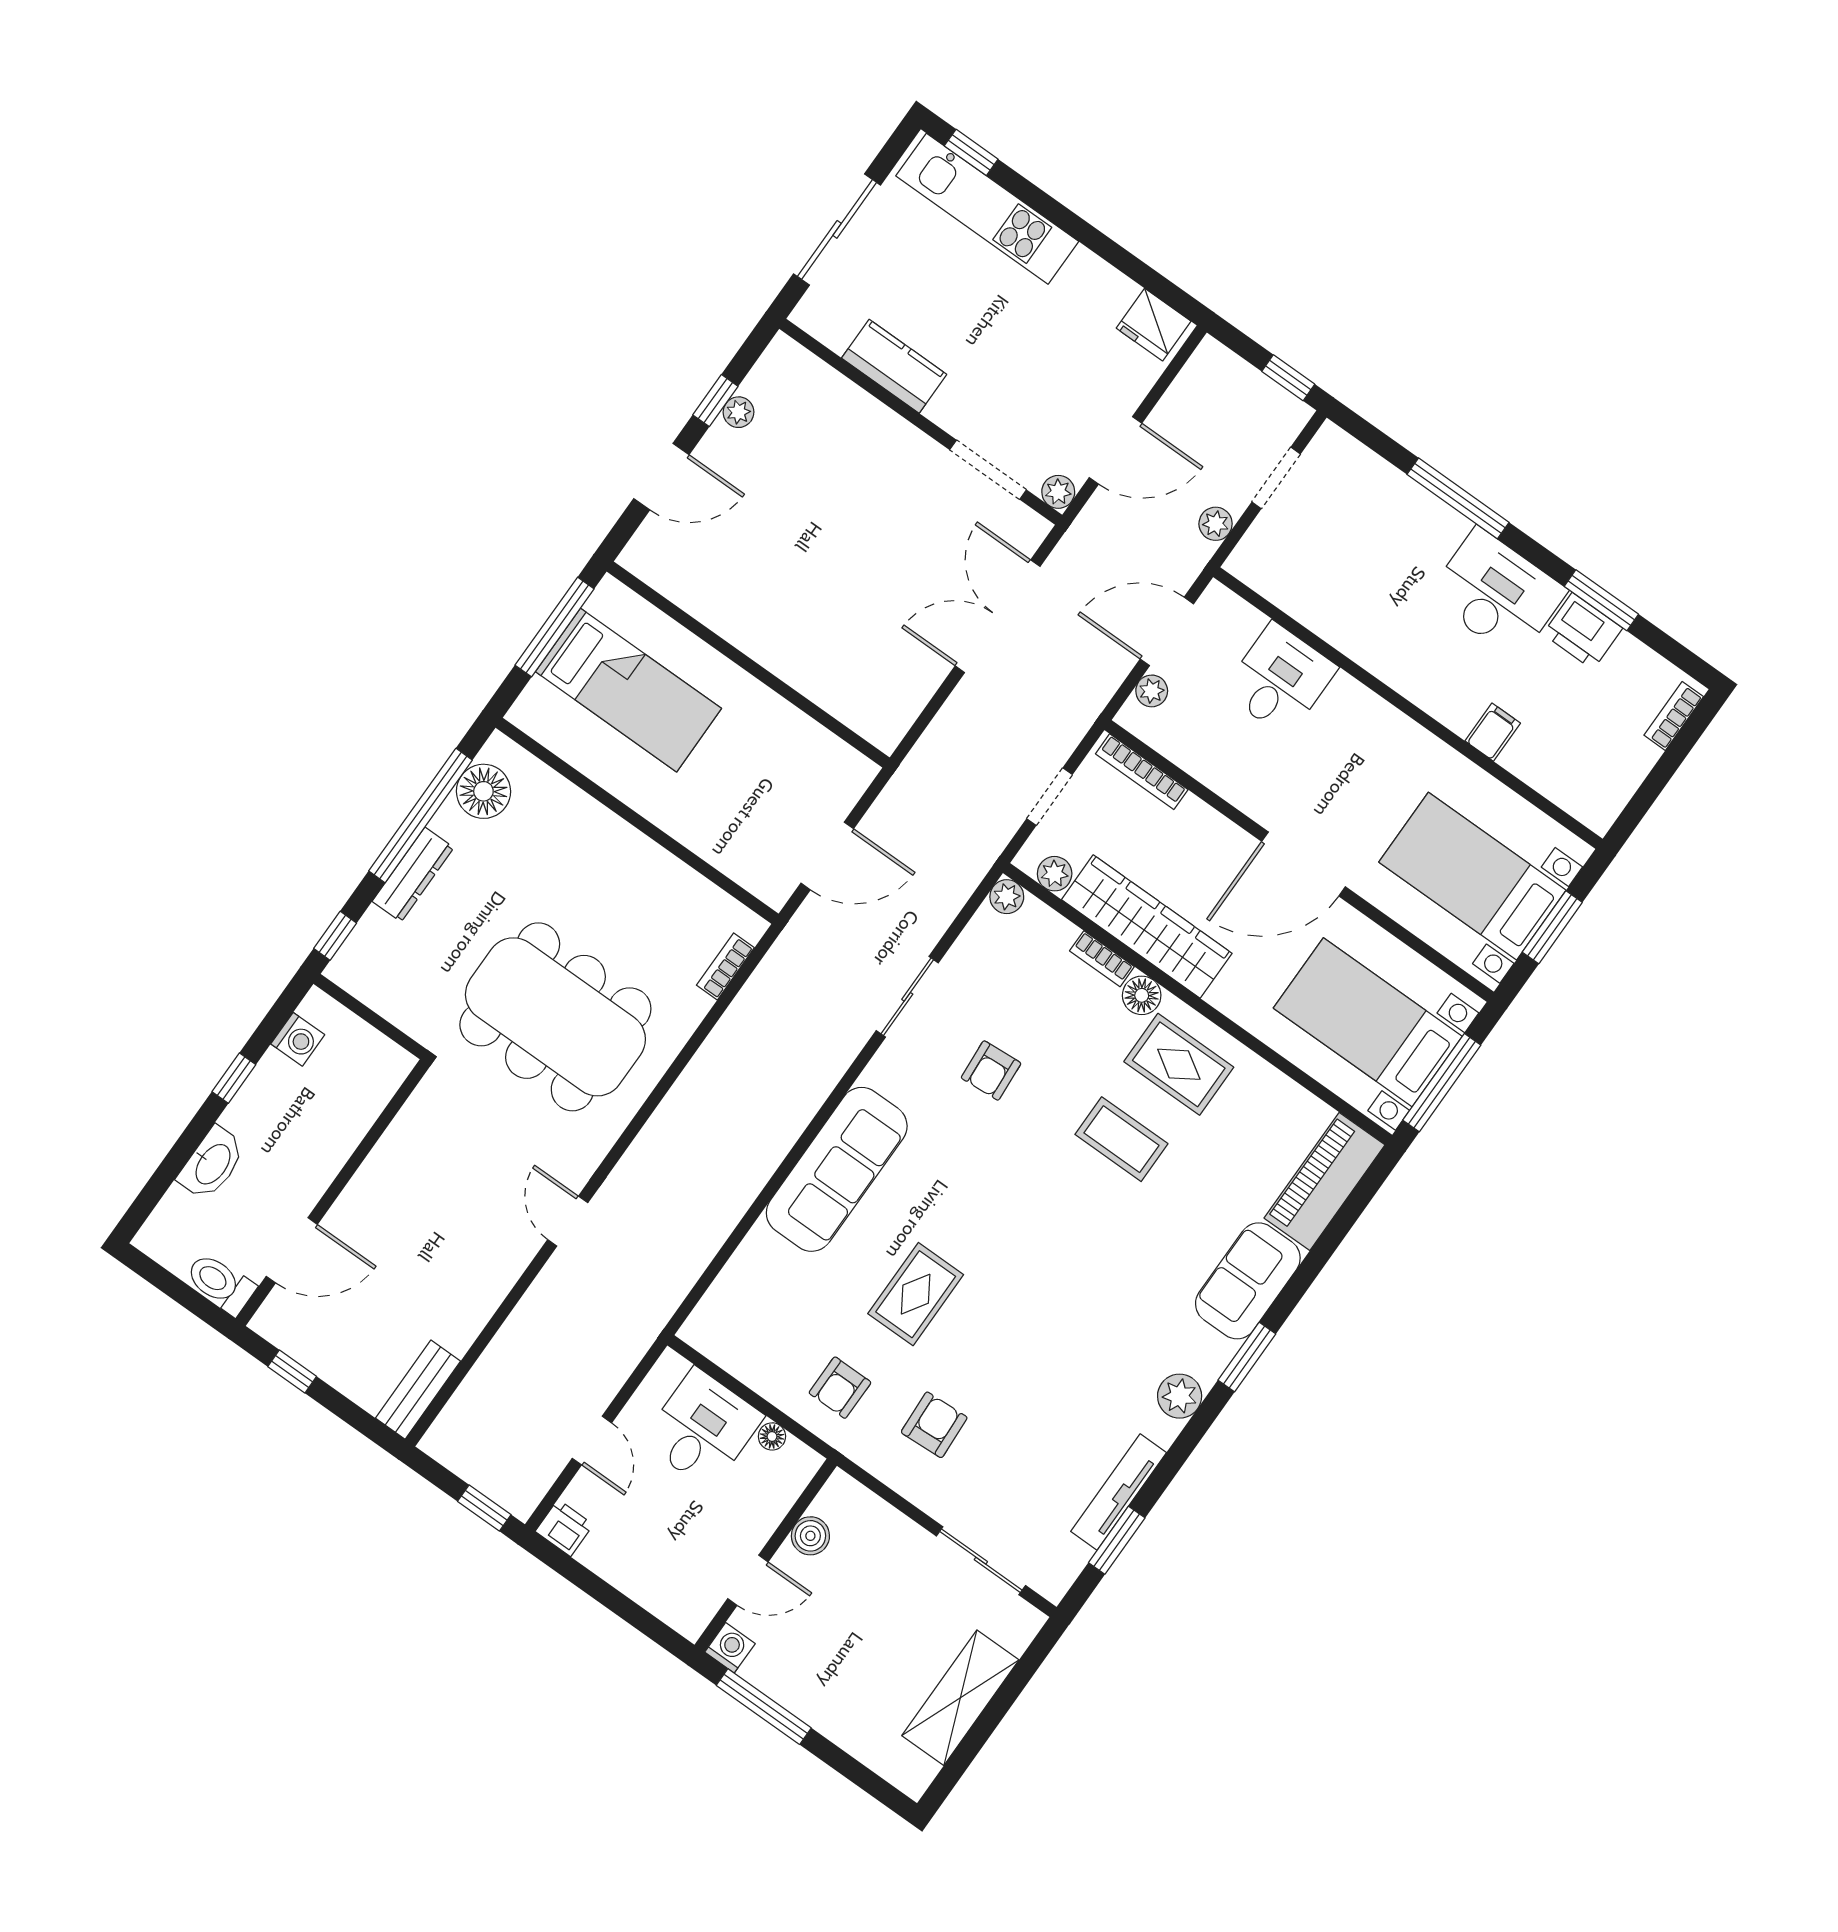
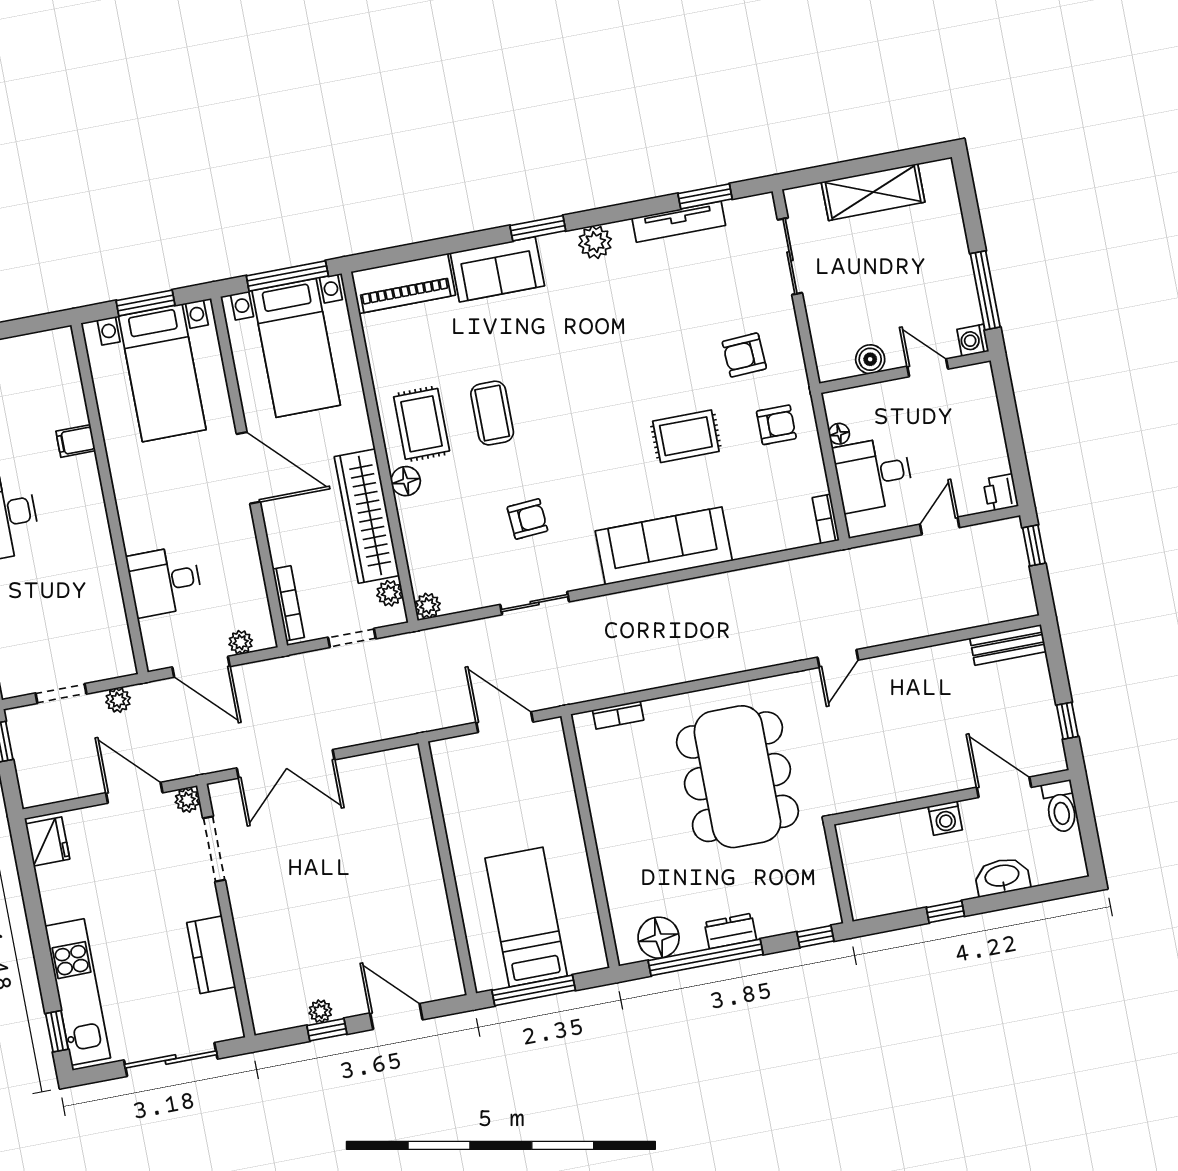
dresser: (413, 875) -> (730, 931), width x0.70
bookcase: (1102, 959) -> (826, 519), moved, turned 180
washing machine: (298, 1039) -> (945, 818), moved, turned 180

